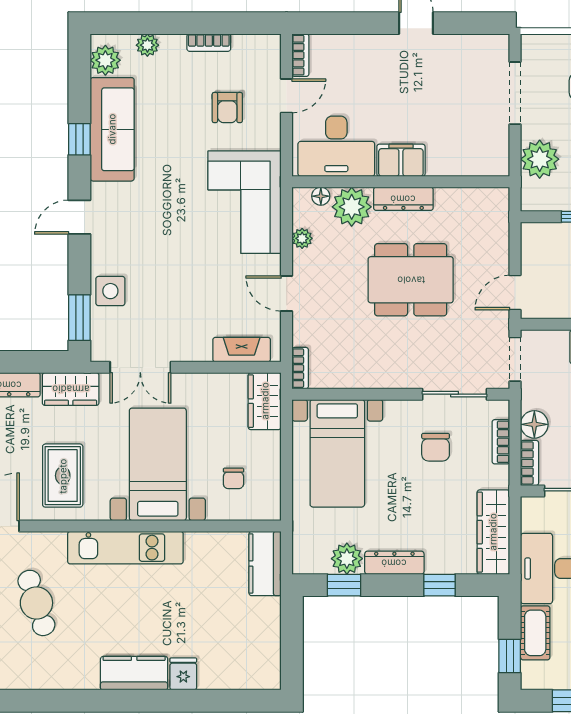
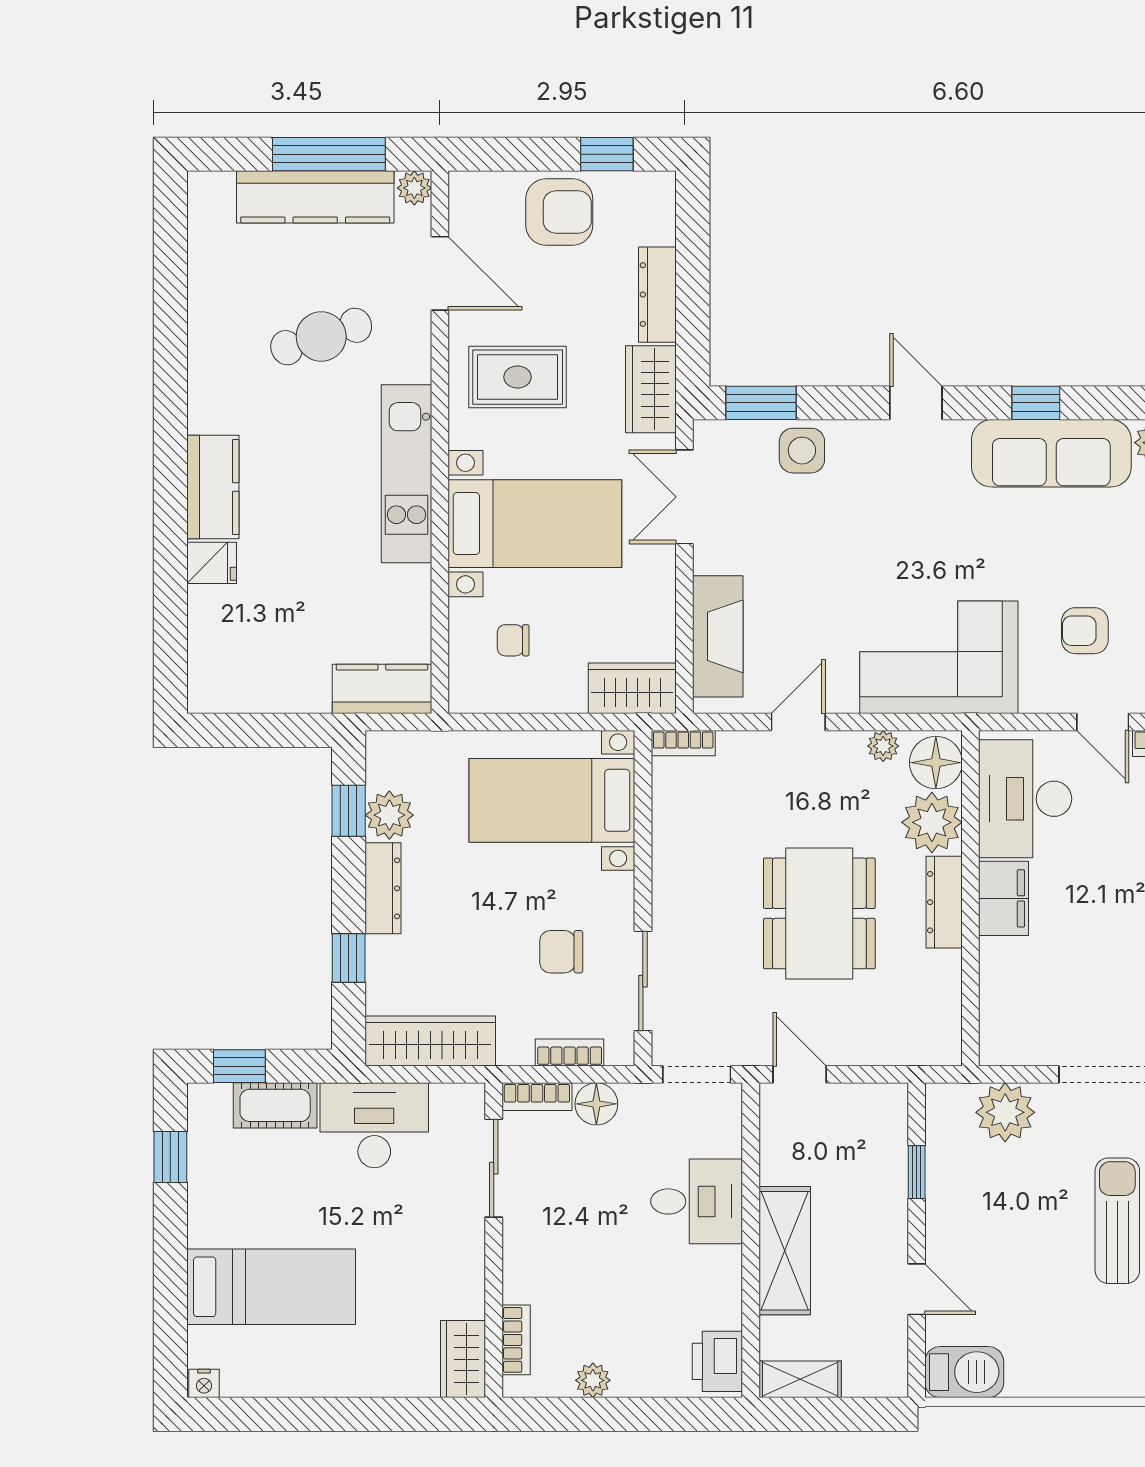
floor lamp: (321, 196) -> (936, 763), width x1.89, depth x1.89
fireplace: (242, 350) -> (718, 636), width x1.37, depth x1.32

